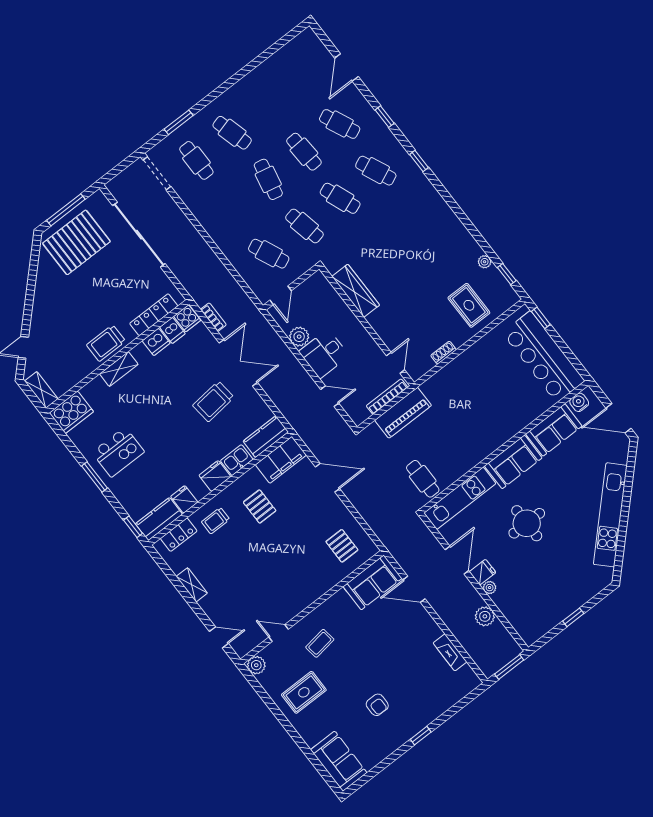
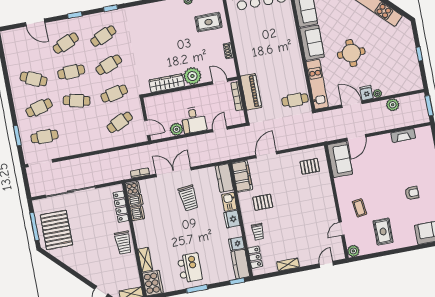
cafe table: (268, 105) -> (34, 79), added
plant: (384, 321) -> (192, 76), added
shelving: (119, 369) -> (145, 260), moved

